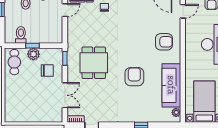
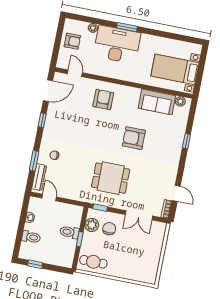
toilet: (21, 35) -> (69, 232), moved
plant: (33, 54) -> (92, 225), moved
sofa: (171, 85) -> (157, 102), width x0.73
double door: (65, 95) -> (139, 215), swing flipped

